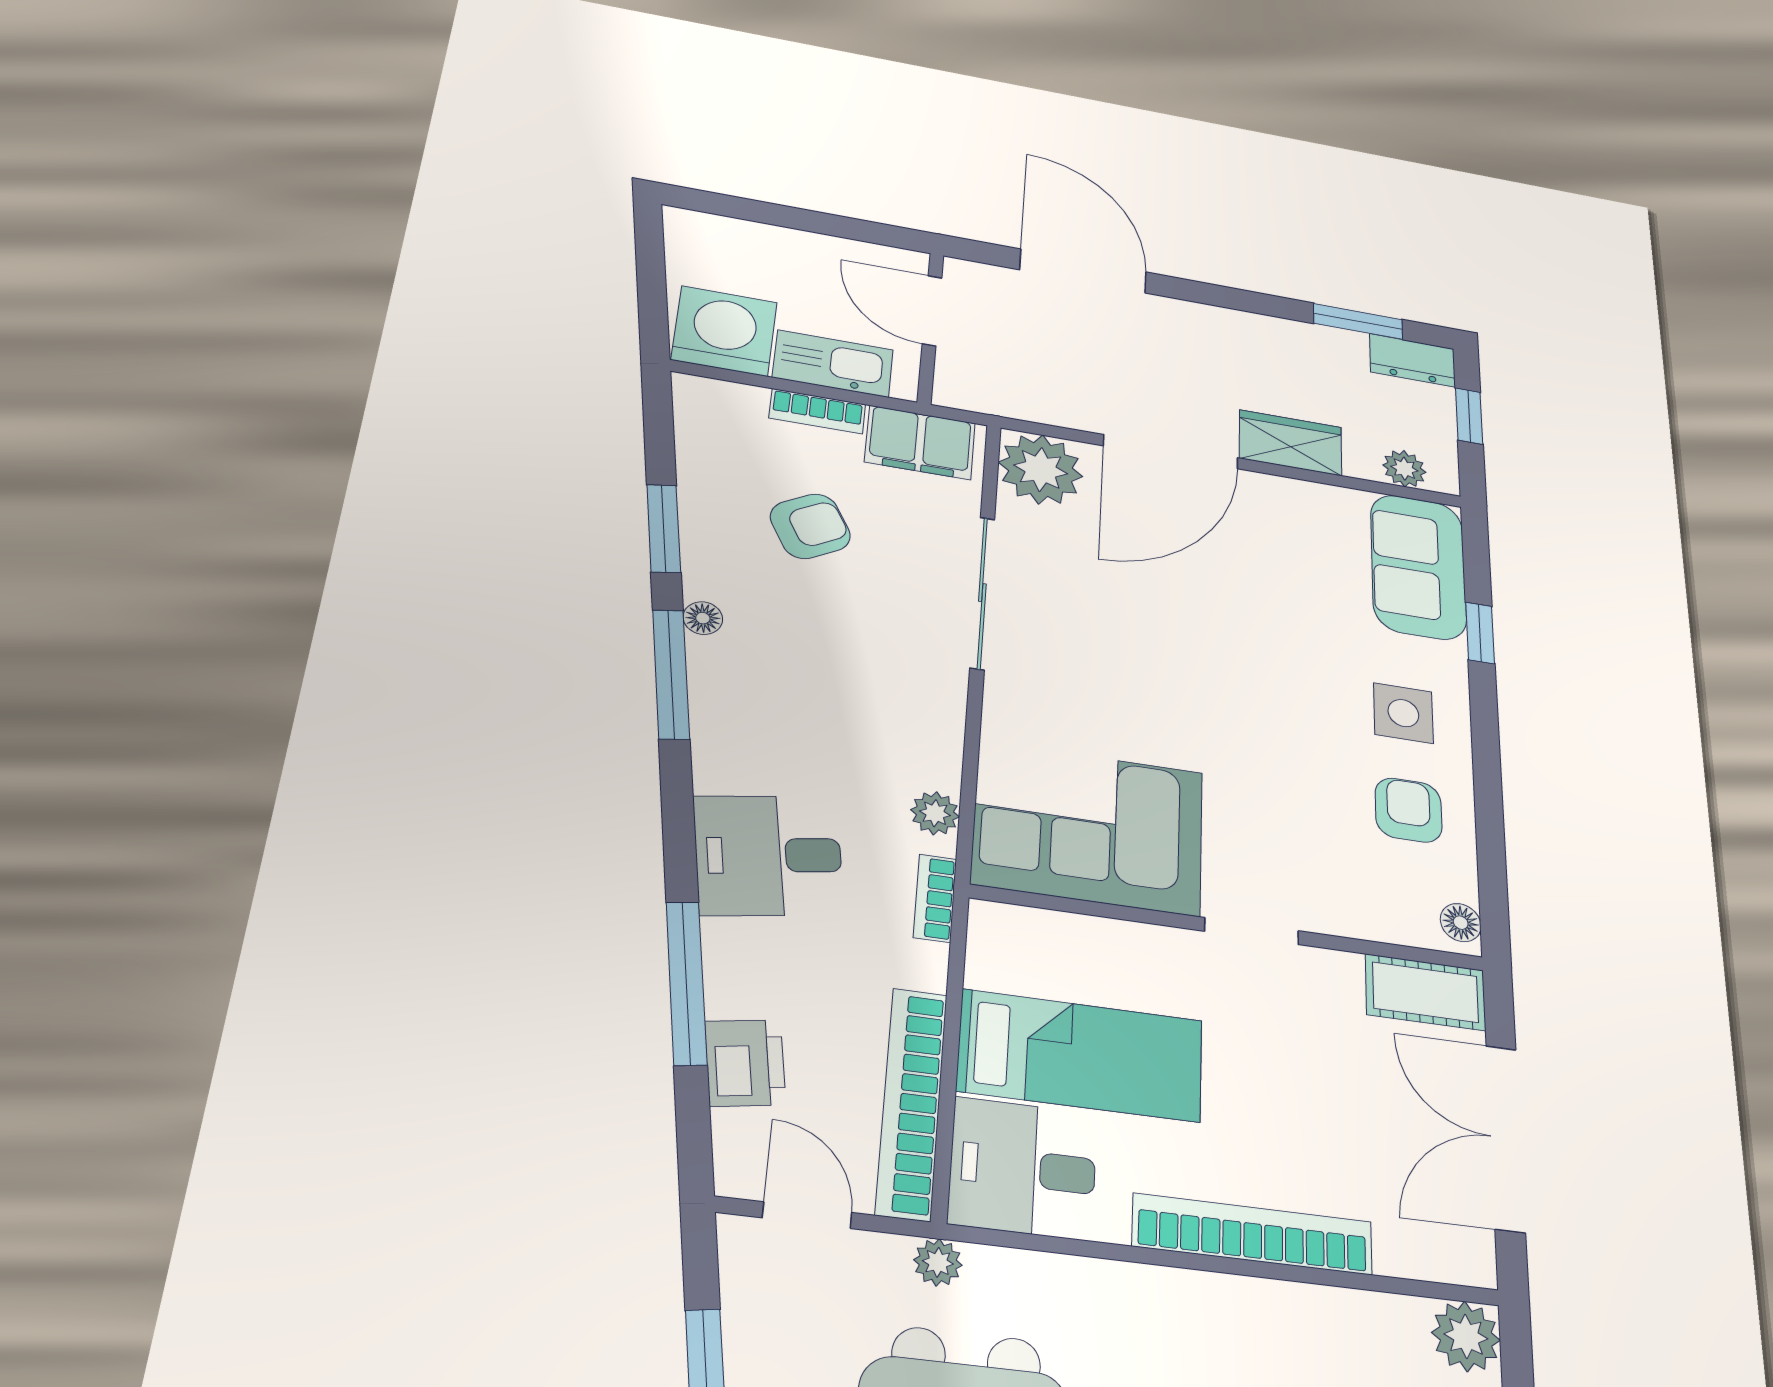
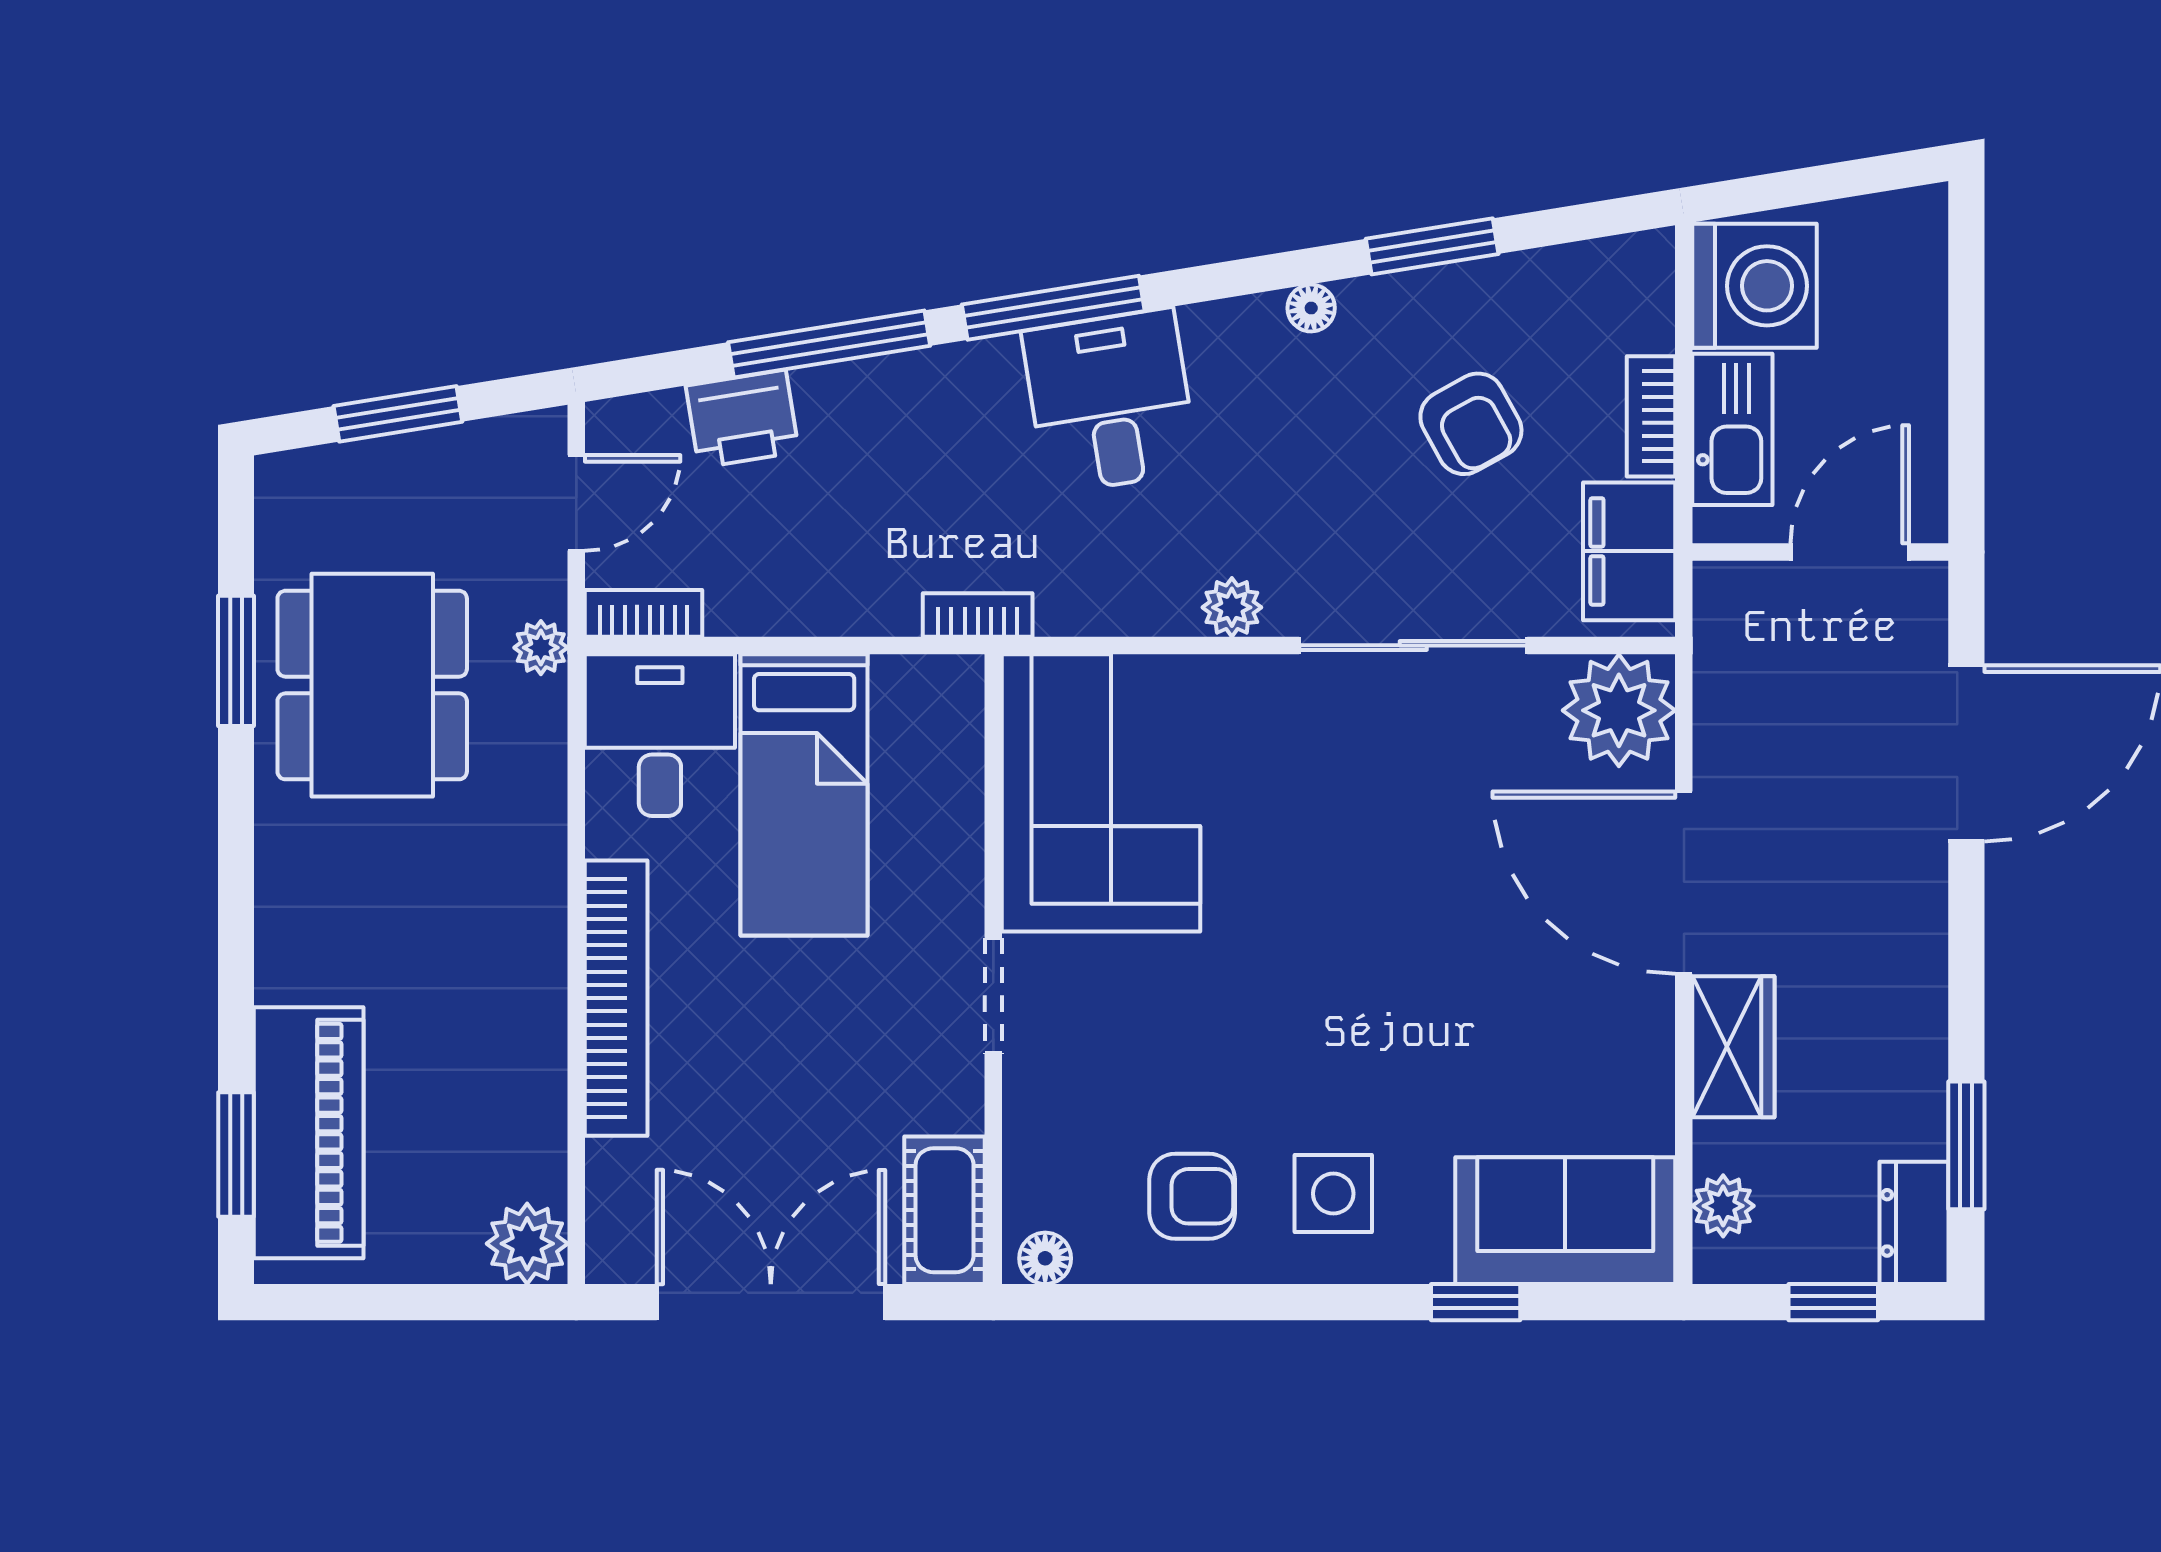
window: (671, 674) -> (1053, 308), moved
plant: (935, 813) -> (1232, 607), moved
desk: (769, 855) -> (1110, 401), moved
bookcase: (912, 1103) -> (643, 613), width x0.43, depth x0.76

